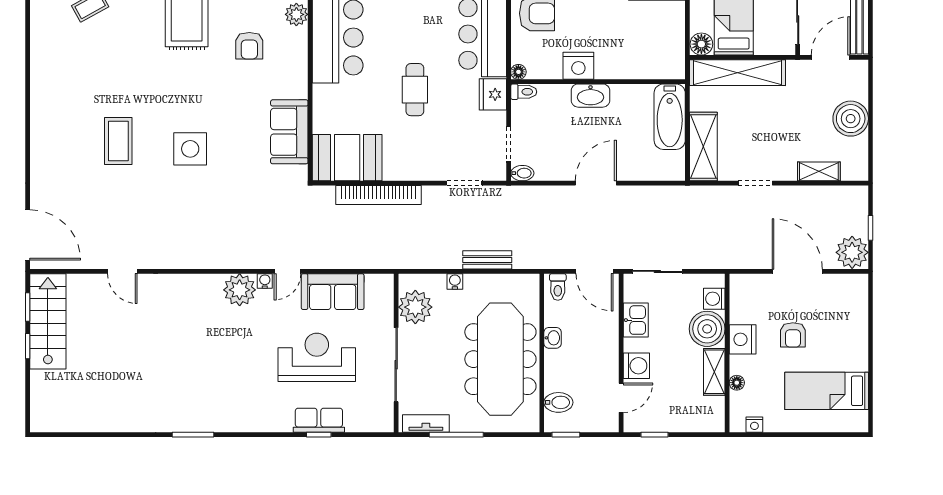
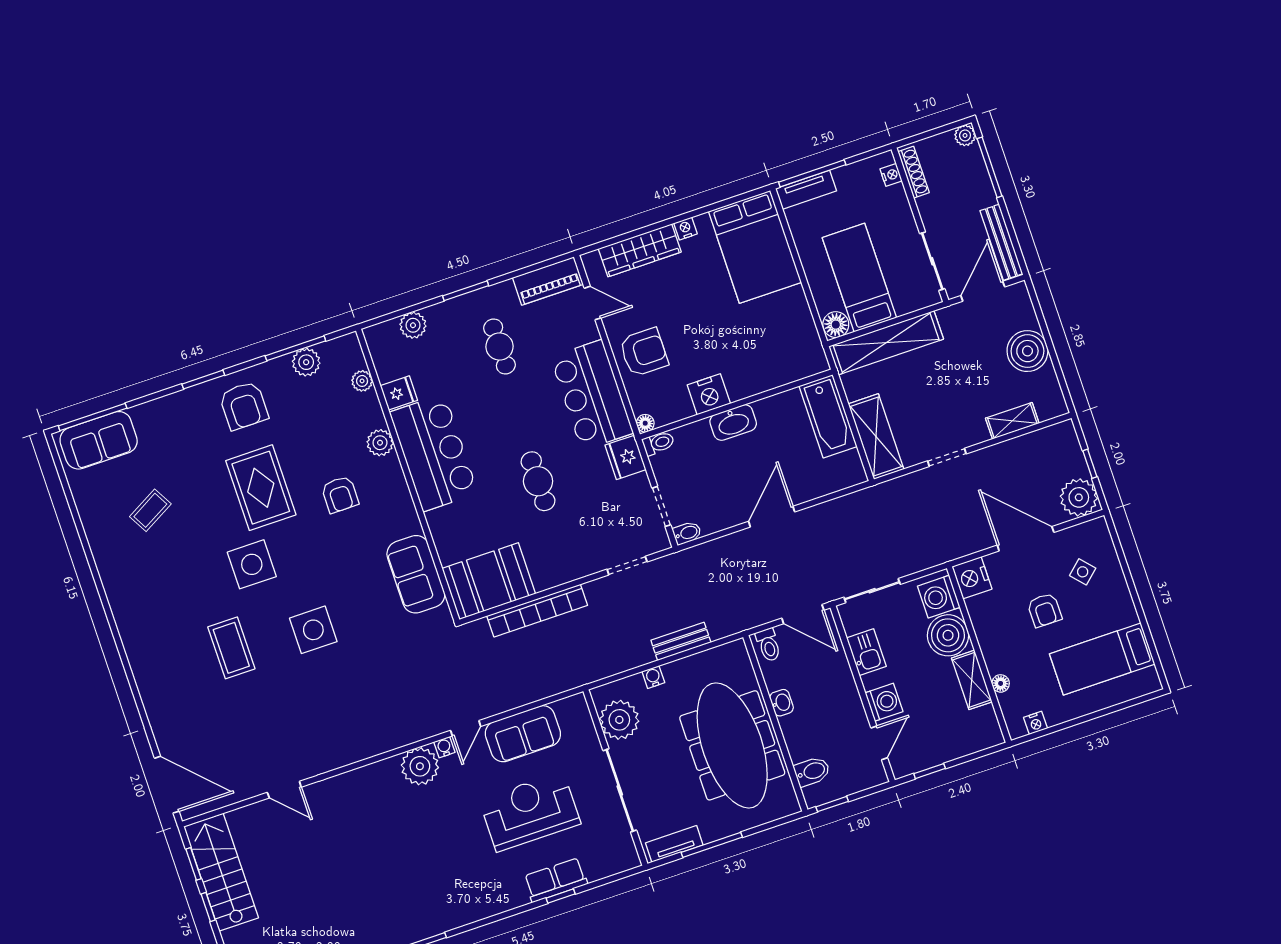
side table: (158, 78) -> (252, 564), added
washing machine: (714, 299) -> (939, 597), width x1.38, depth x1.38
side table: (835, 314) -> (1083, 572), added
nightstand: (743, 339) -> (972, 578), moved

